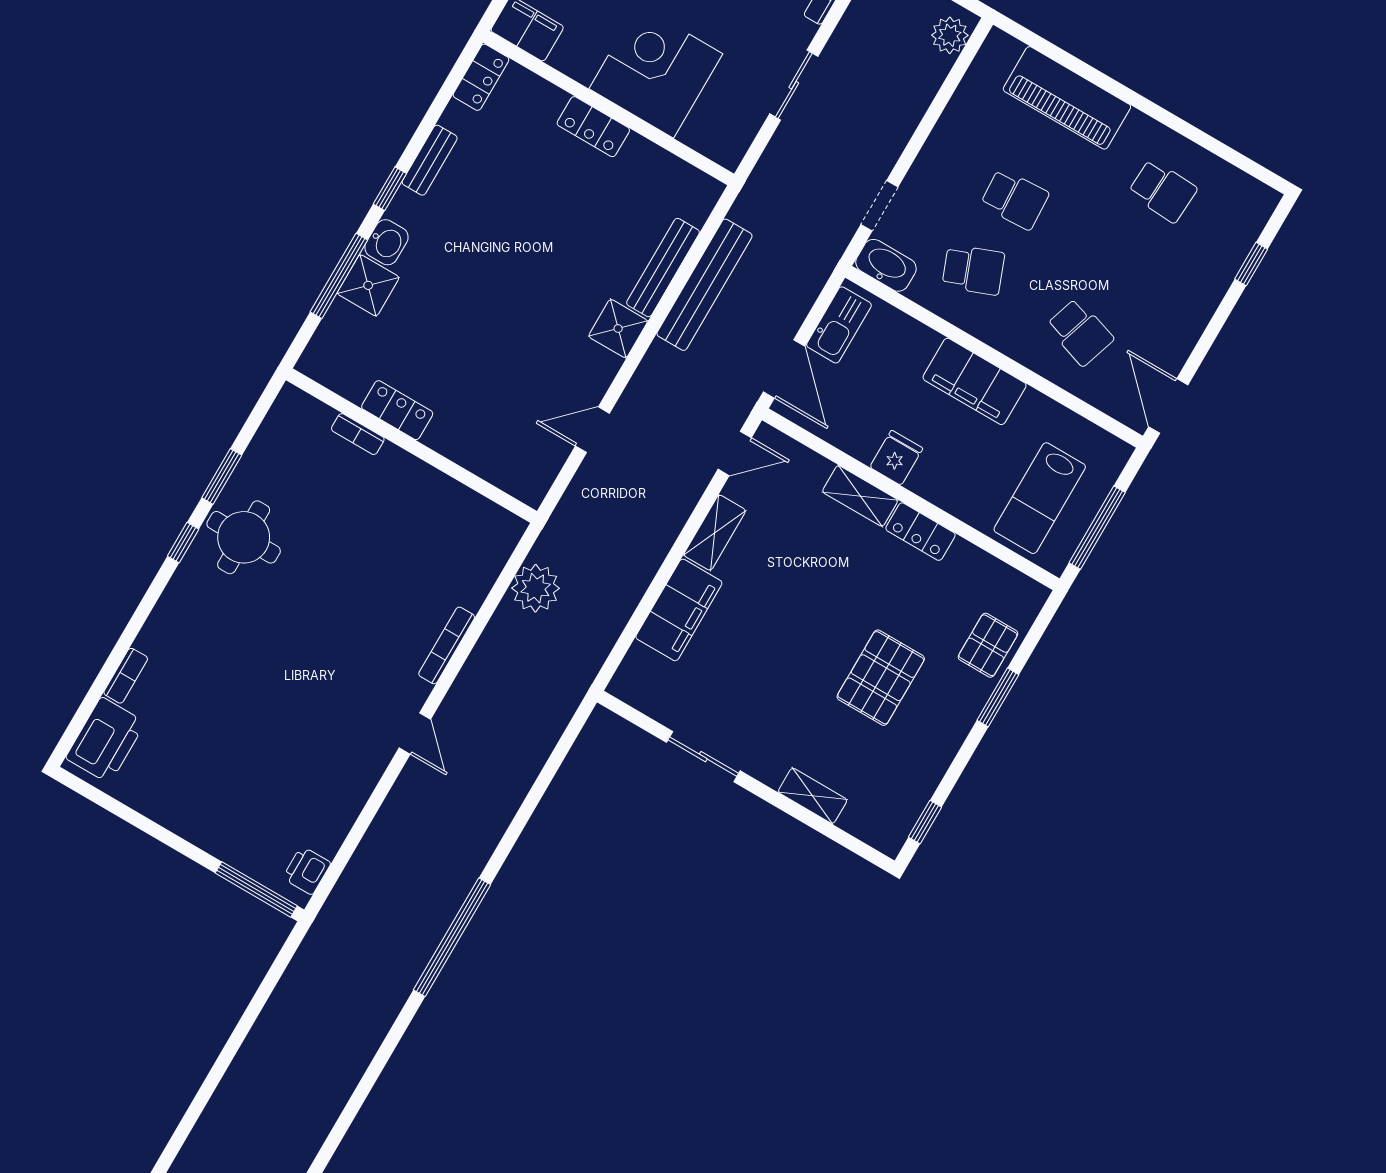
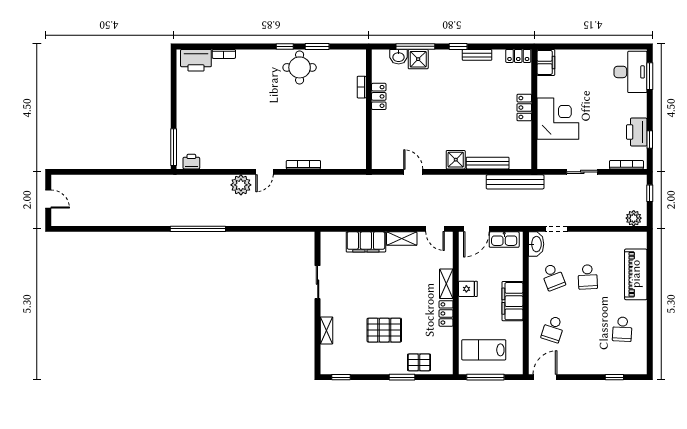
washbasin: (386, 242) -> (399, 57), moved
bench: (705, 285) -> (515, 182), moved
plant: (536, 588) -> (241, 185), moved

